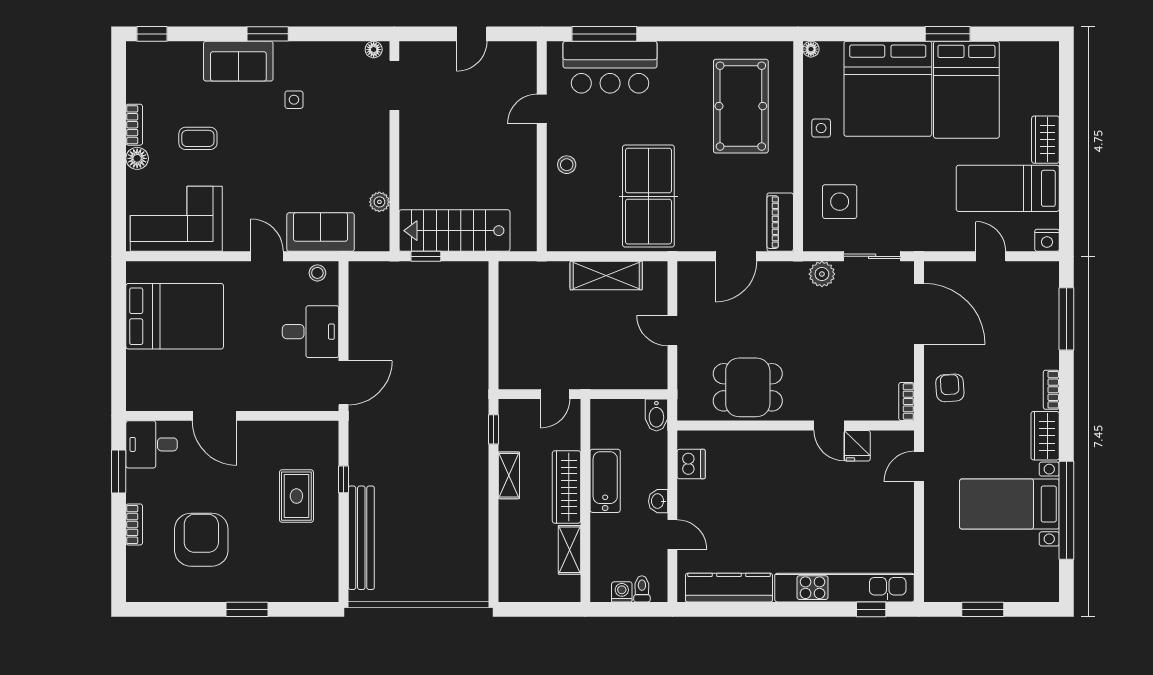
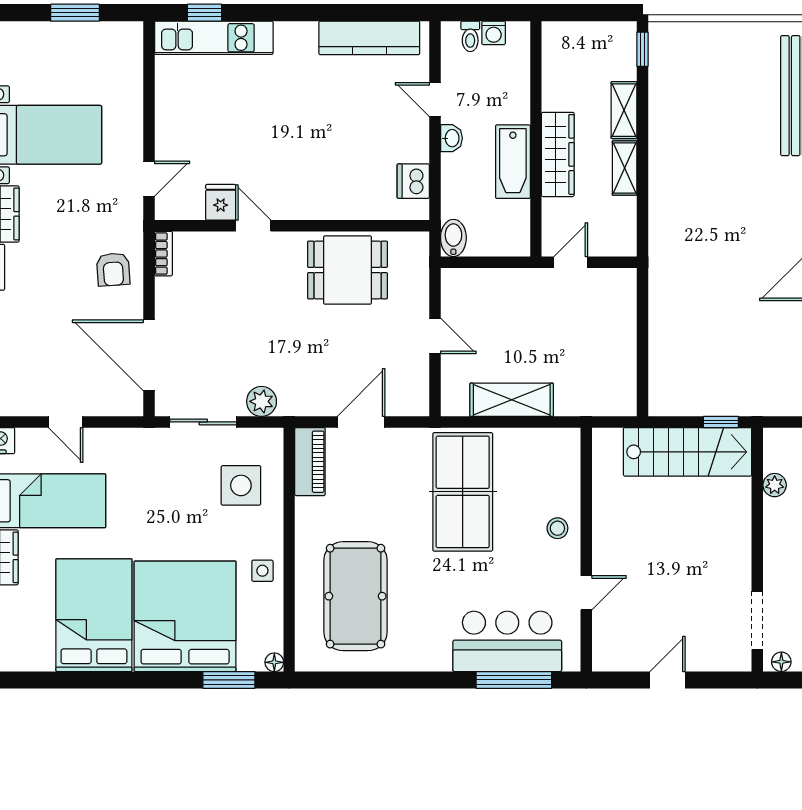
window: (948, 34) -> (229, 680), moved
window: (493, 429) -> (642, 49), moved
shelving: (569, 550) -> (624, 110), moved
kitchen unit: (845, 588) -> (214, 38), width x0.73

